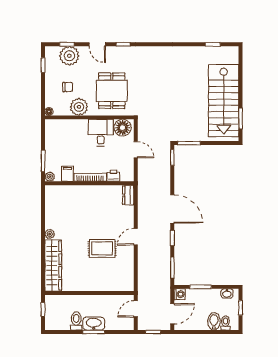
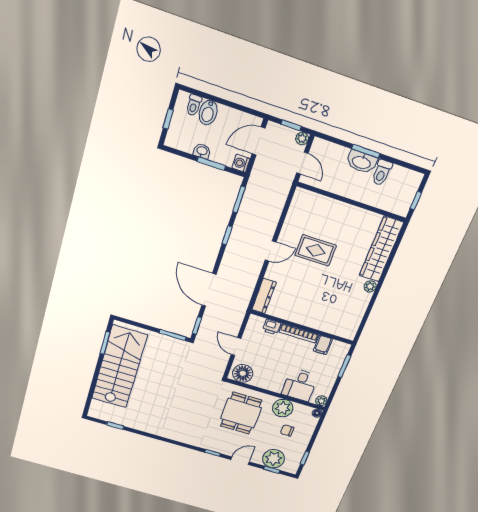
door: (97, 44) -> (240, 461), hinge flipped
desk: (101, 133) -> (300, 385), moved
plant: (50, 177) -> (321, 401), moved
dresser: (128, 195) -> (264, 296), width x1.44
door: (172, 209) -> (209, 290), moved
washbasin: (227, 293) -> (202, 151), moved
door: (136, 309) -> (302, 163), hinge flipped
plant: (142, 326) -> (302, 139), added

